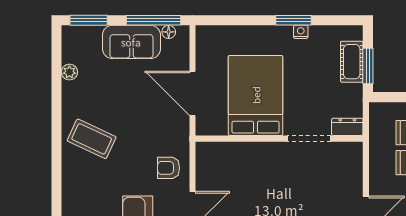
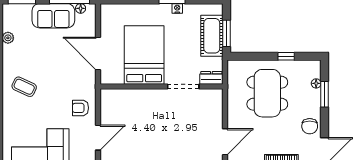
cot: (352, 62) -> (212, 36), width x1.37, depth x1.34
coffee table: (92, 139) -> (24, 87), width x0.73, depth x0.77

